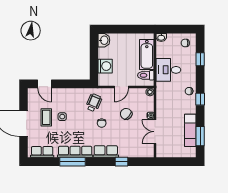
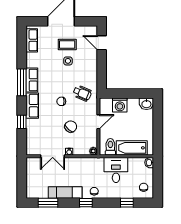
door: (45, 84) -> (102, 43), hinge flipped
door: (121, 87) -> (98, 122), swing flipped
exam couch: (190, 130) -> (65, 192), moved
double door: (155, 132) -> (53, 156), swing flipped
row of seats: (75, 152) -> (32, 80), width x0.68
window: (73, 162) -> (22, 82), moved

